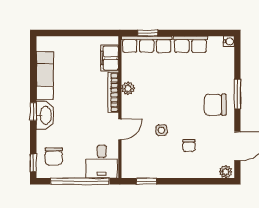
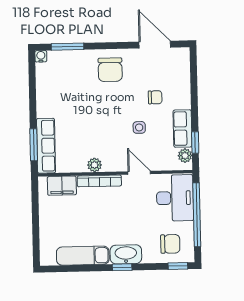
window: (148, 33) -> (34, 145), width x1.50
row of seats: (190, 44) -> (183, 129), moved, turned 180
window: (237, 94) -> (68, 47), moved
desk: (102, 162) -> (175, 198), width x1.37
plant: (226, 172) -> (185, 156), moved

